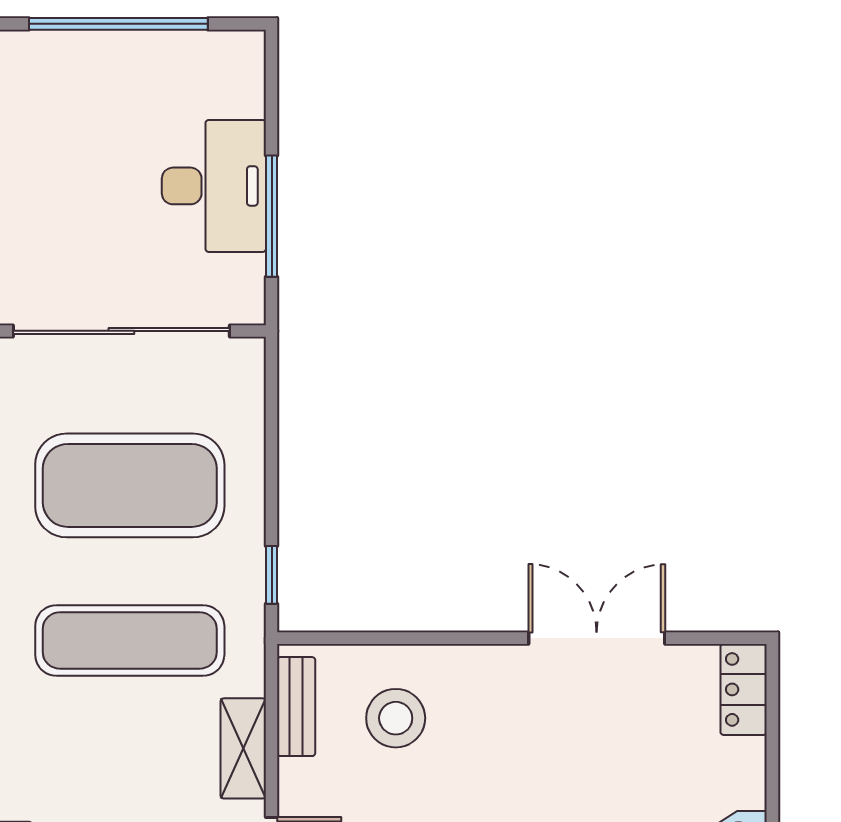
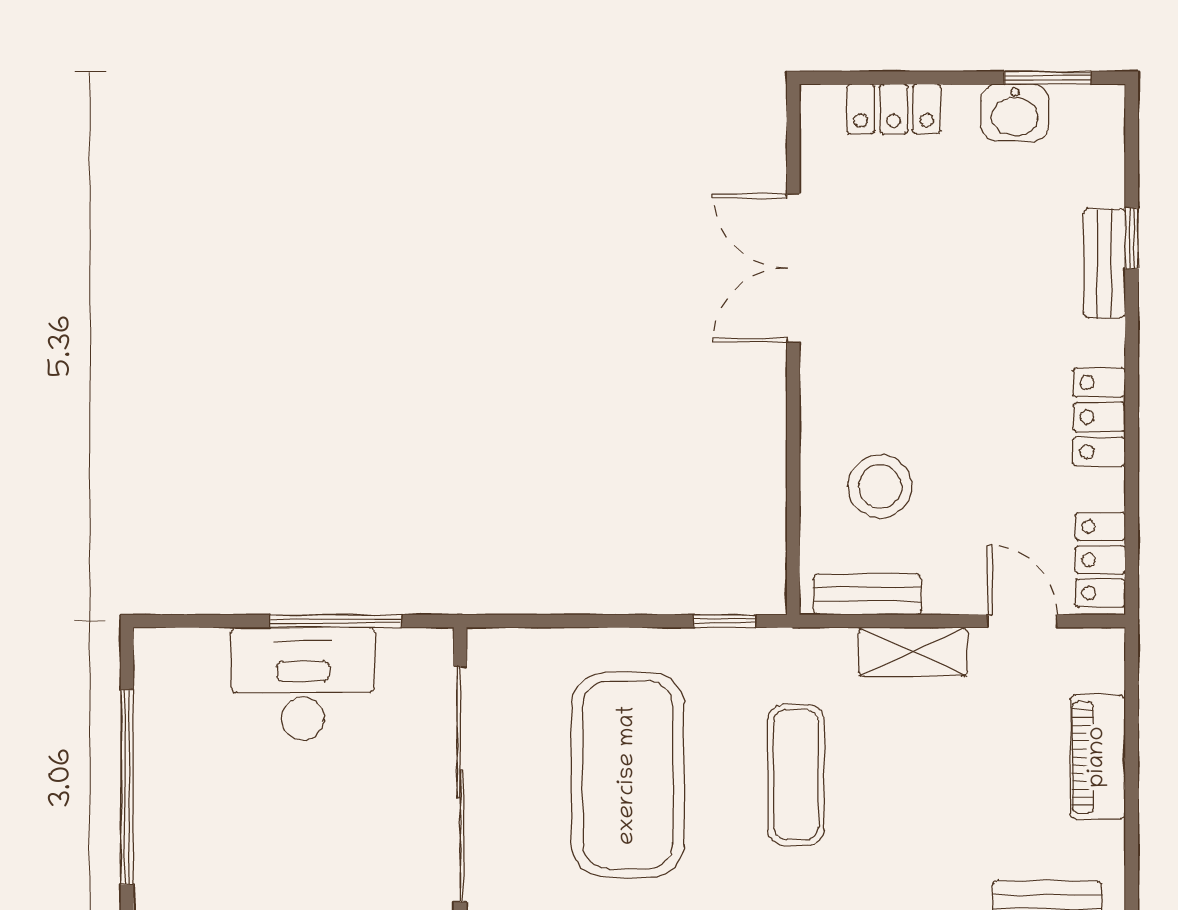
exercise mat: (130, 640) -> (796, 775), width x0.73, depth x0.69
locker: (744, 689) -> (894, 109), moved

